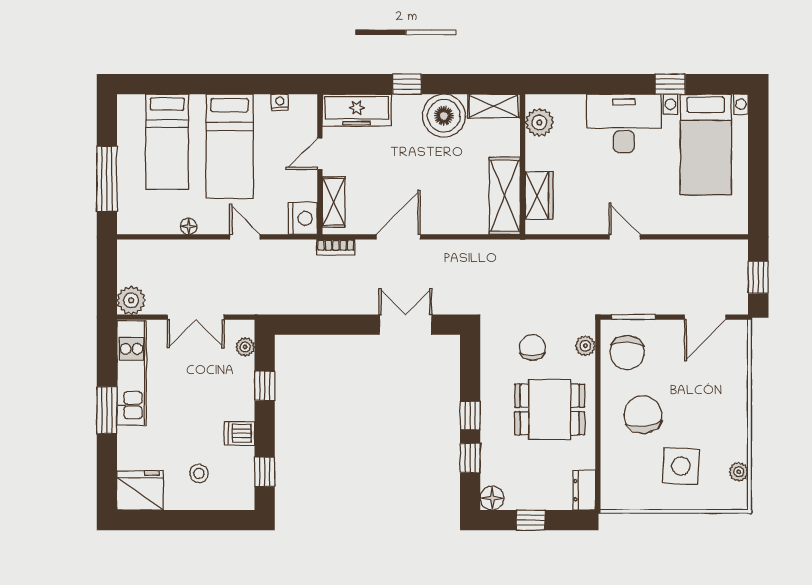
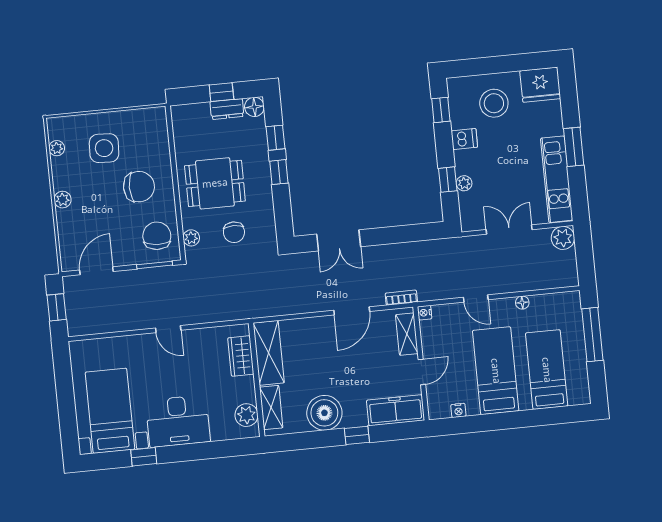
shelving: (494, 106) -> (271, 408), moved, turned 90
nightstand: (303, 218) -> (425, 313), width x0.53, depth x0.56
plant: (245, 347) -> (464, 183), moved
plant: (738, 408) -> (63, 200), added
chair: (643, 415) -> (139, 187), turned -83
stool: (199, 473) -> (494, 103), width x1.89, depth x1.89
dresser: (584, 490) -> (227, 109), moved, turned 90

